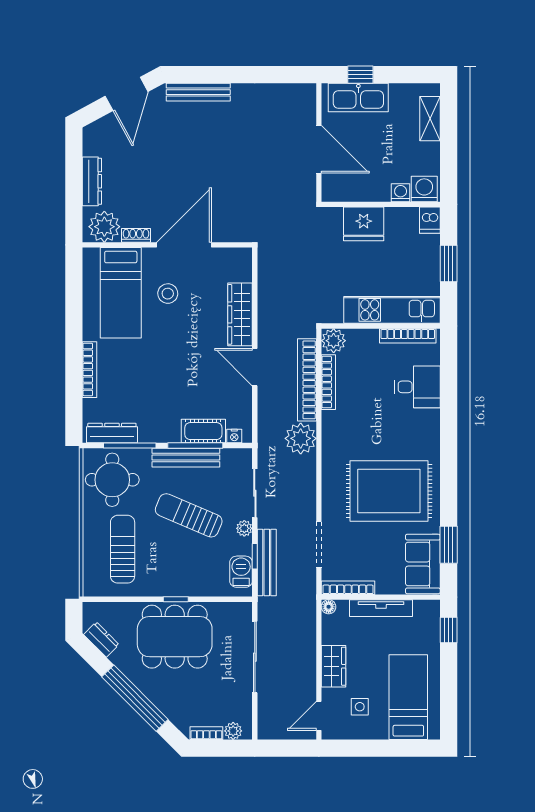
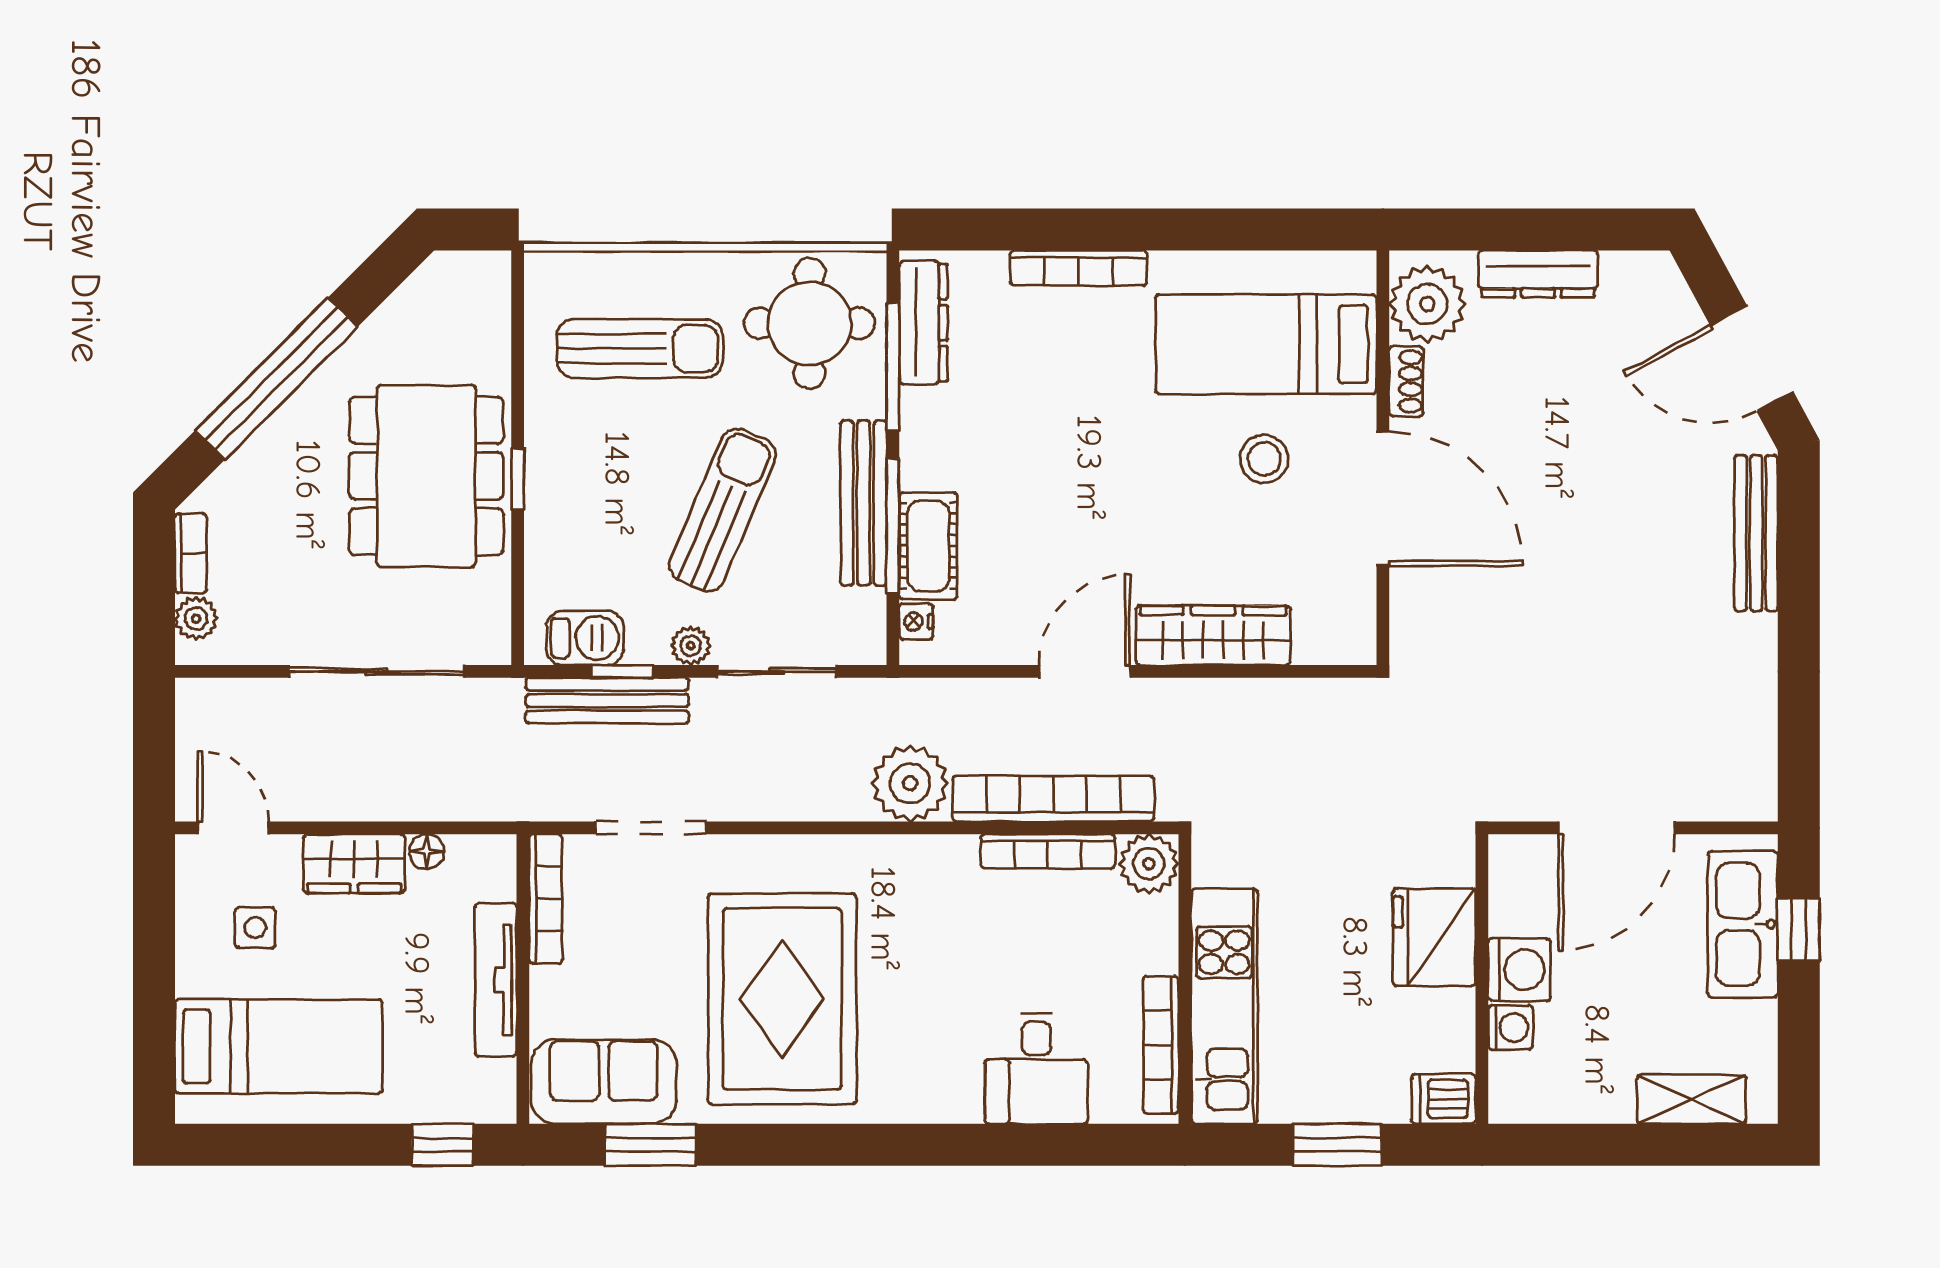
washing machine: (424, 189) -> (1519, 970), moved
floor lamp: (329, 607) -> (427, 852), moved
dresser: (101, 640) -> (419, 297), removed

